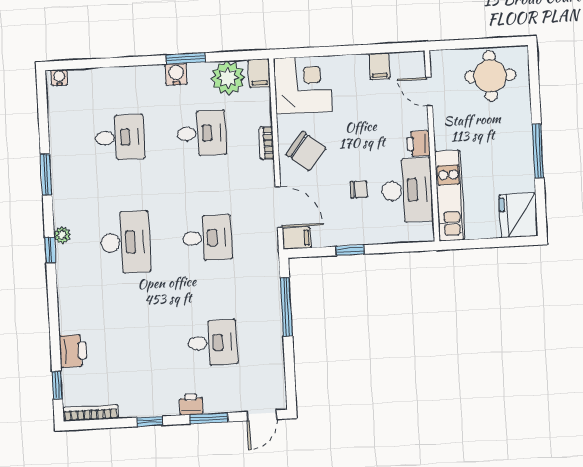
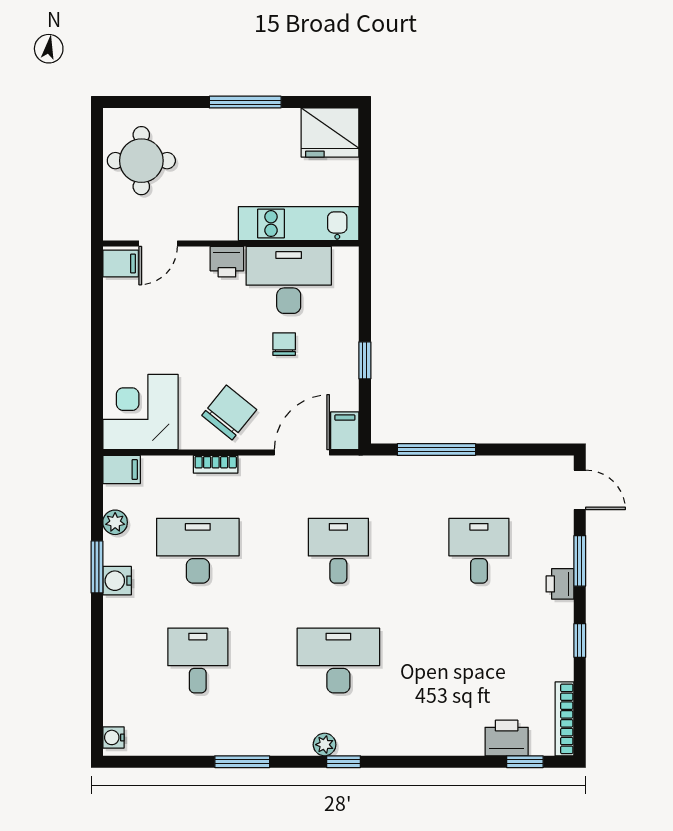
filing cabinet: (379, 66) -> (121, 264), moved
plant: (228, 78) -> (115, 522), width x0.53, depth x0.53
desk: (202, 133) -> (198, 551), width x1.37
printer: (73, 351) -> (507, 738), moved

